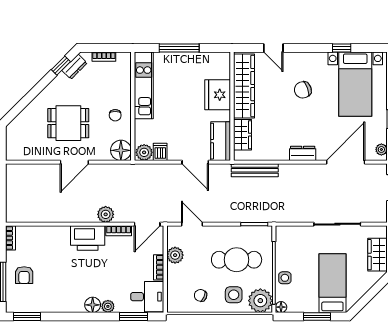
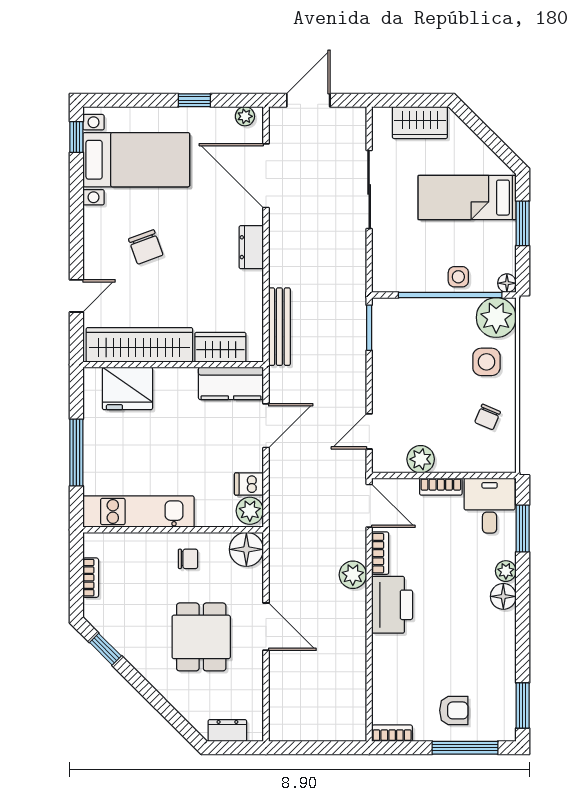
window: (342, 48) -> (76, 137), moved
dresser: (75, 67) -> (227, 730), moved, turned -45
fridge: (218, 95) -> (127, 388), moved
cafe table: (237, 260) -> (428, 357), removed

